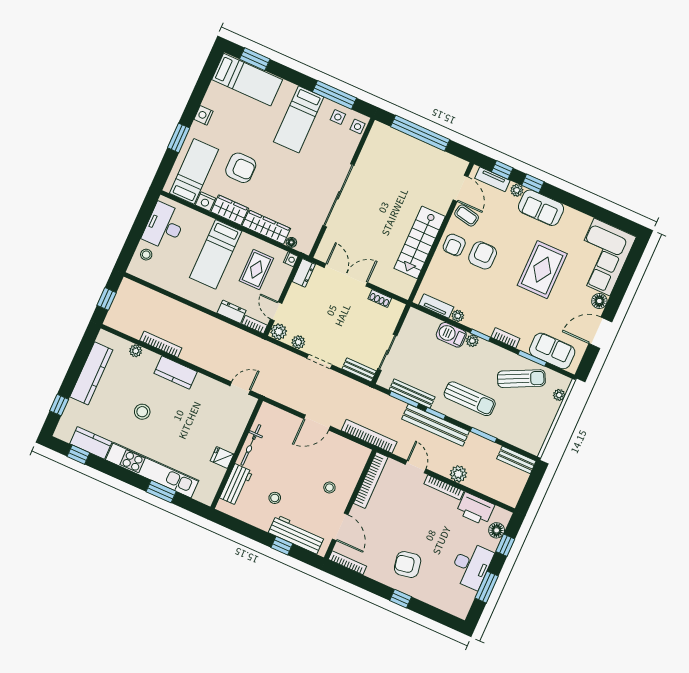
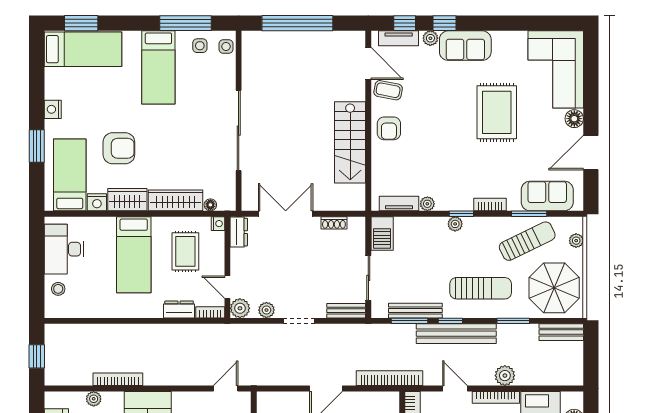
armchair: (483, 255) -> (425, 126), removed
barbecue: (451, 335) -> (382, 233), moved, turned -90
parasol: (526, 424) -> (554, 288), added

